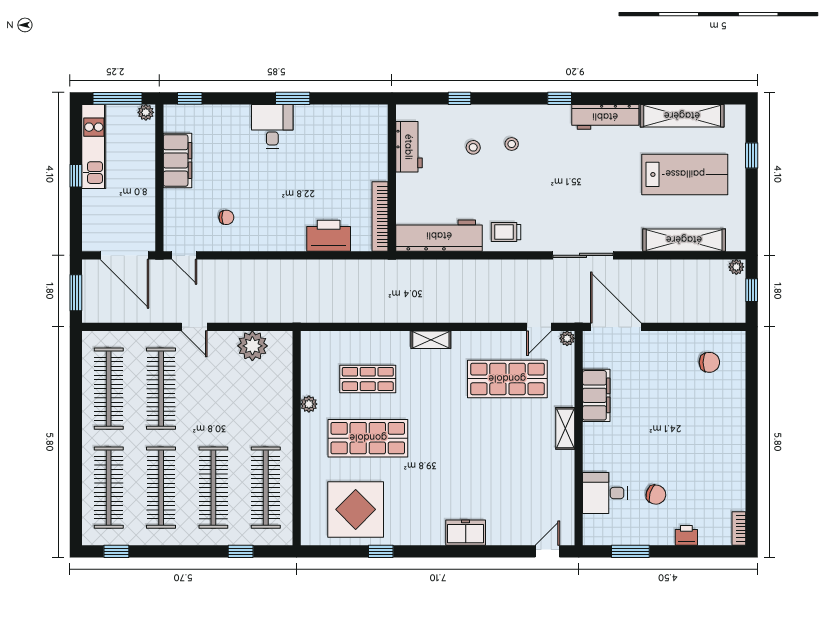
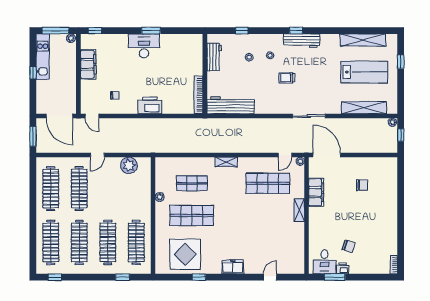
workbench: (605, 117) -> (302, 41), moved
desk: (272, 126) -> (144, 46), width x1.37
trolley: (506, 232) -> (287, 78), moved
printer: (329, 236) -> (150, 105), moved
door: (194, 327) -> (97, 155), hinge flipped
chair: (709, 362) -> (362, 185), moved
desk: (605, 493) -> (324, 262), moved, turned -90
freezer: (466, 533) -> (233, 267), moved
printer: (686, 535) -> (343, 268), moved
door: (547, 551) -> (270, 277), moved

